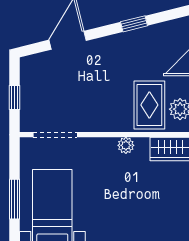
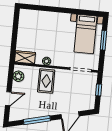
window: (134, 24) -> (37, 120), width x2.17
rug: (149, 105) -> (46, 81), moved

